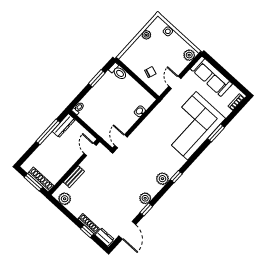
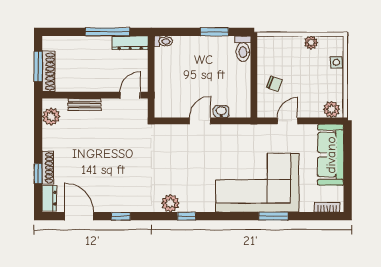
door: (121, 141) -> (200, 121), moved
plant: (145, 198) -> (132, 204), removed
door: (127, 230) -> (79, 216), swing flipped

